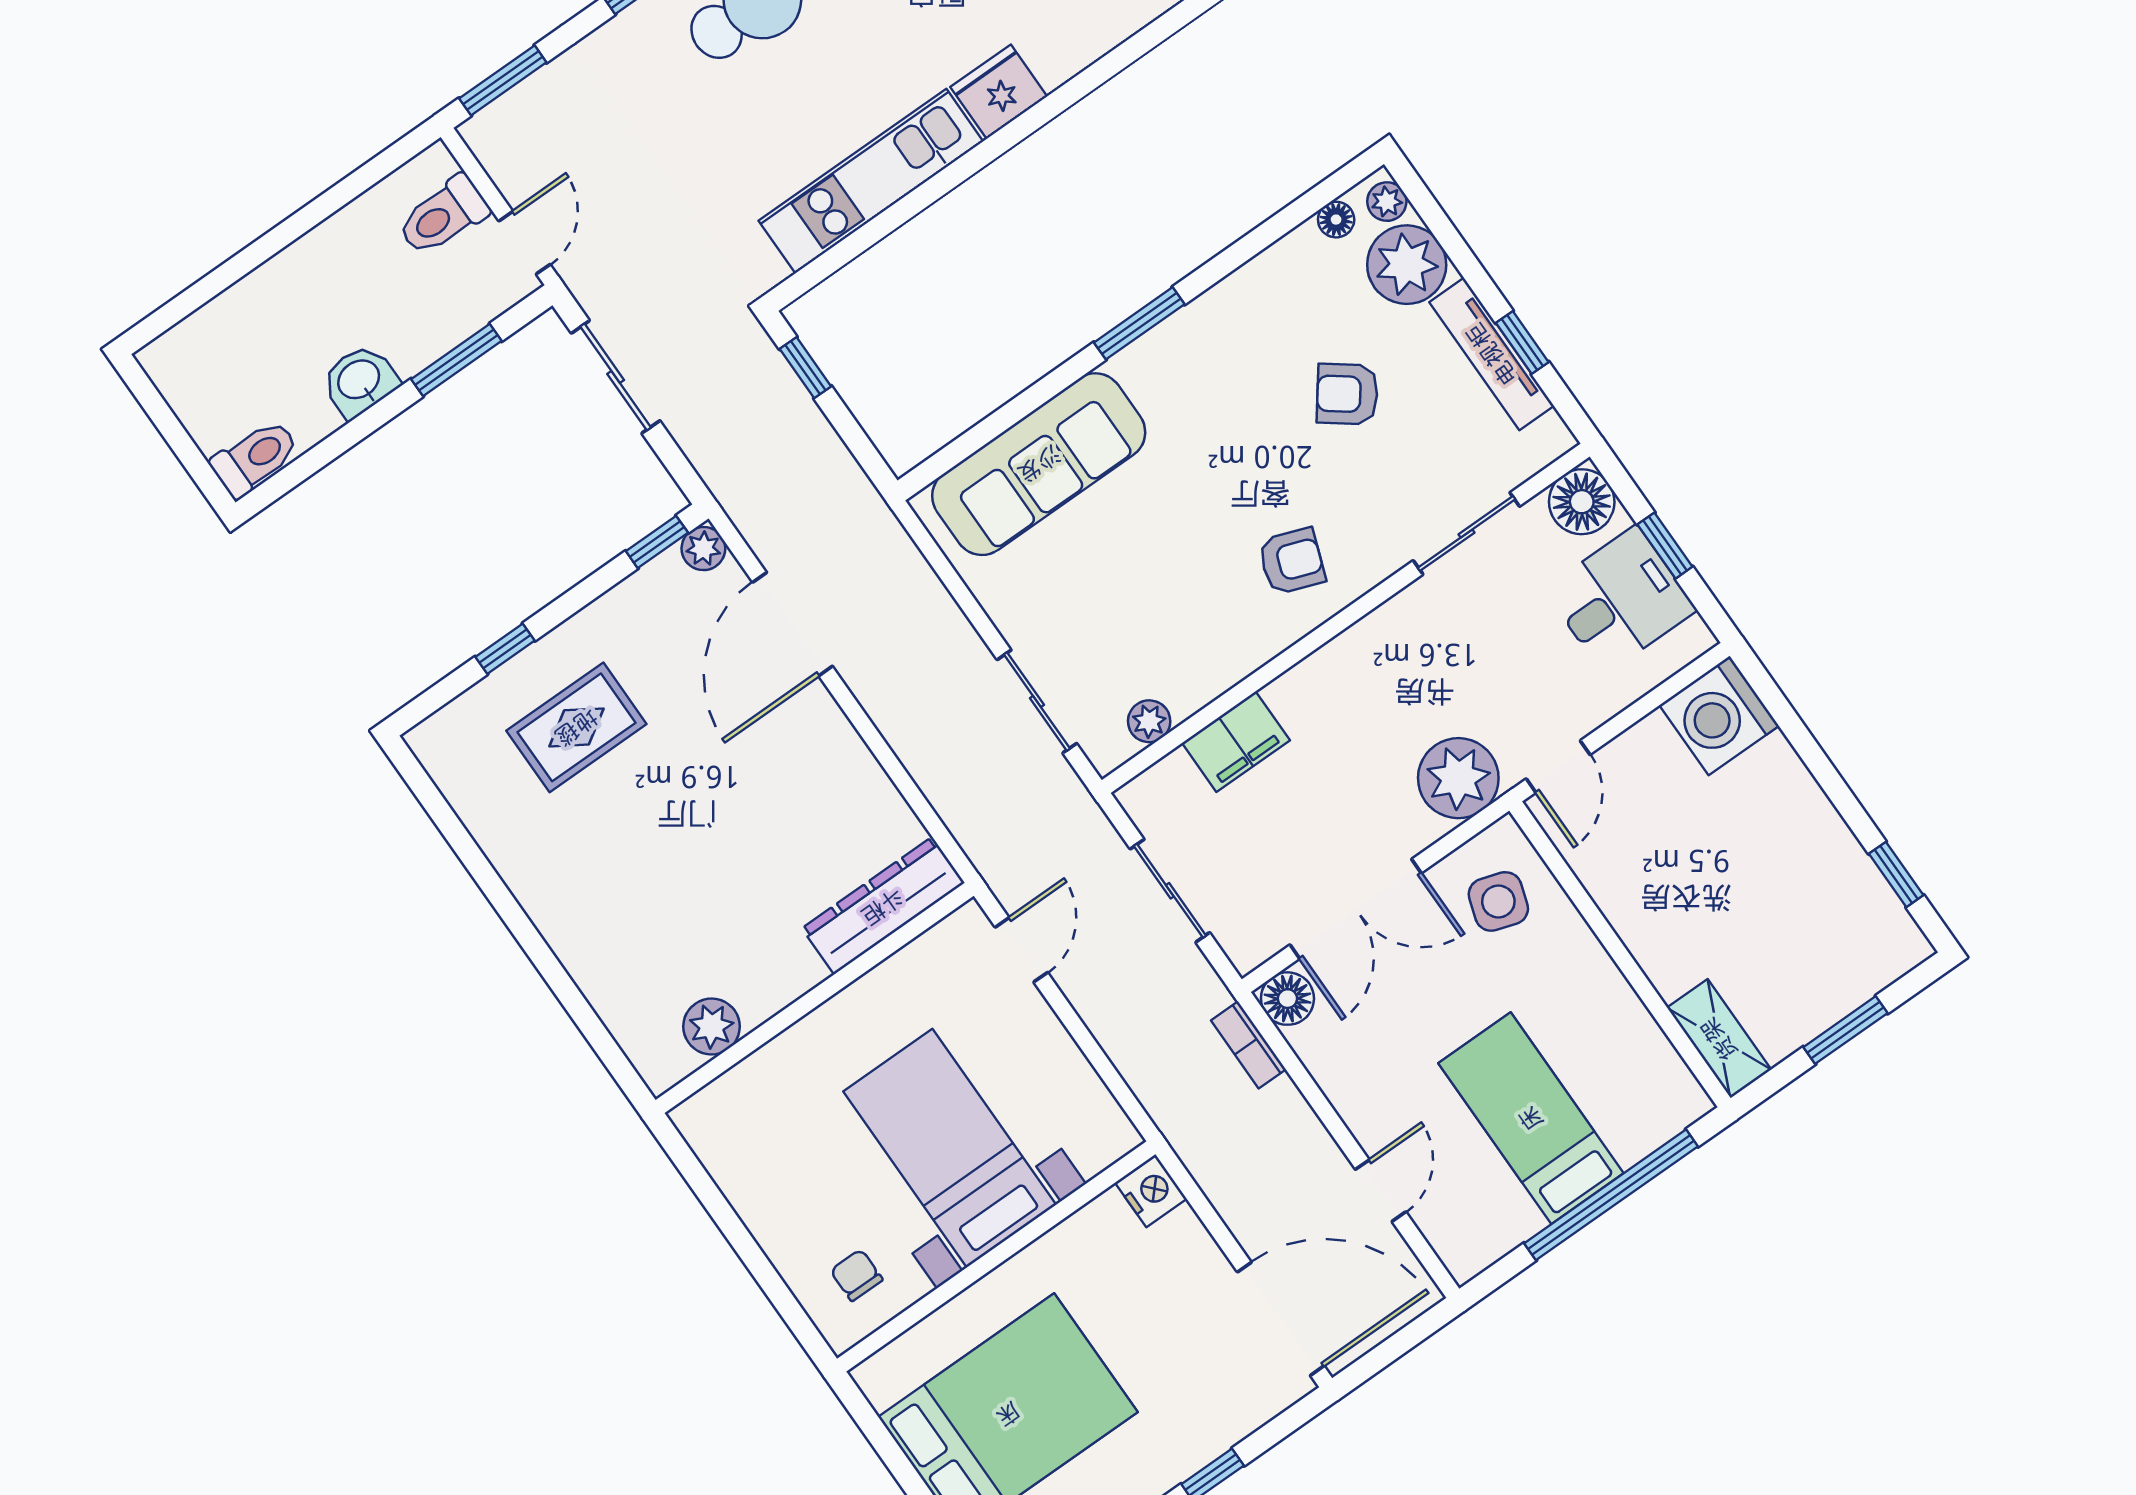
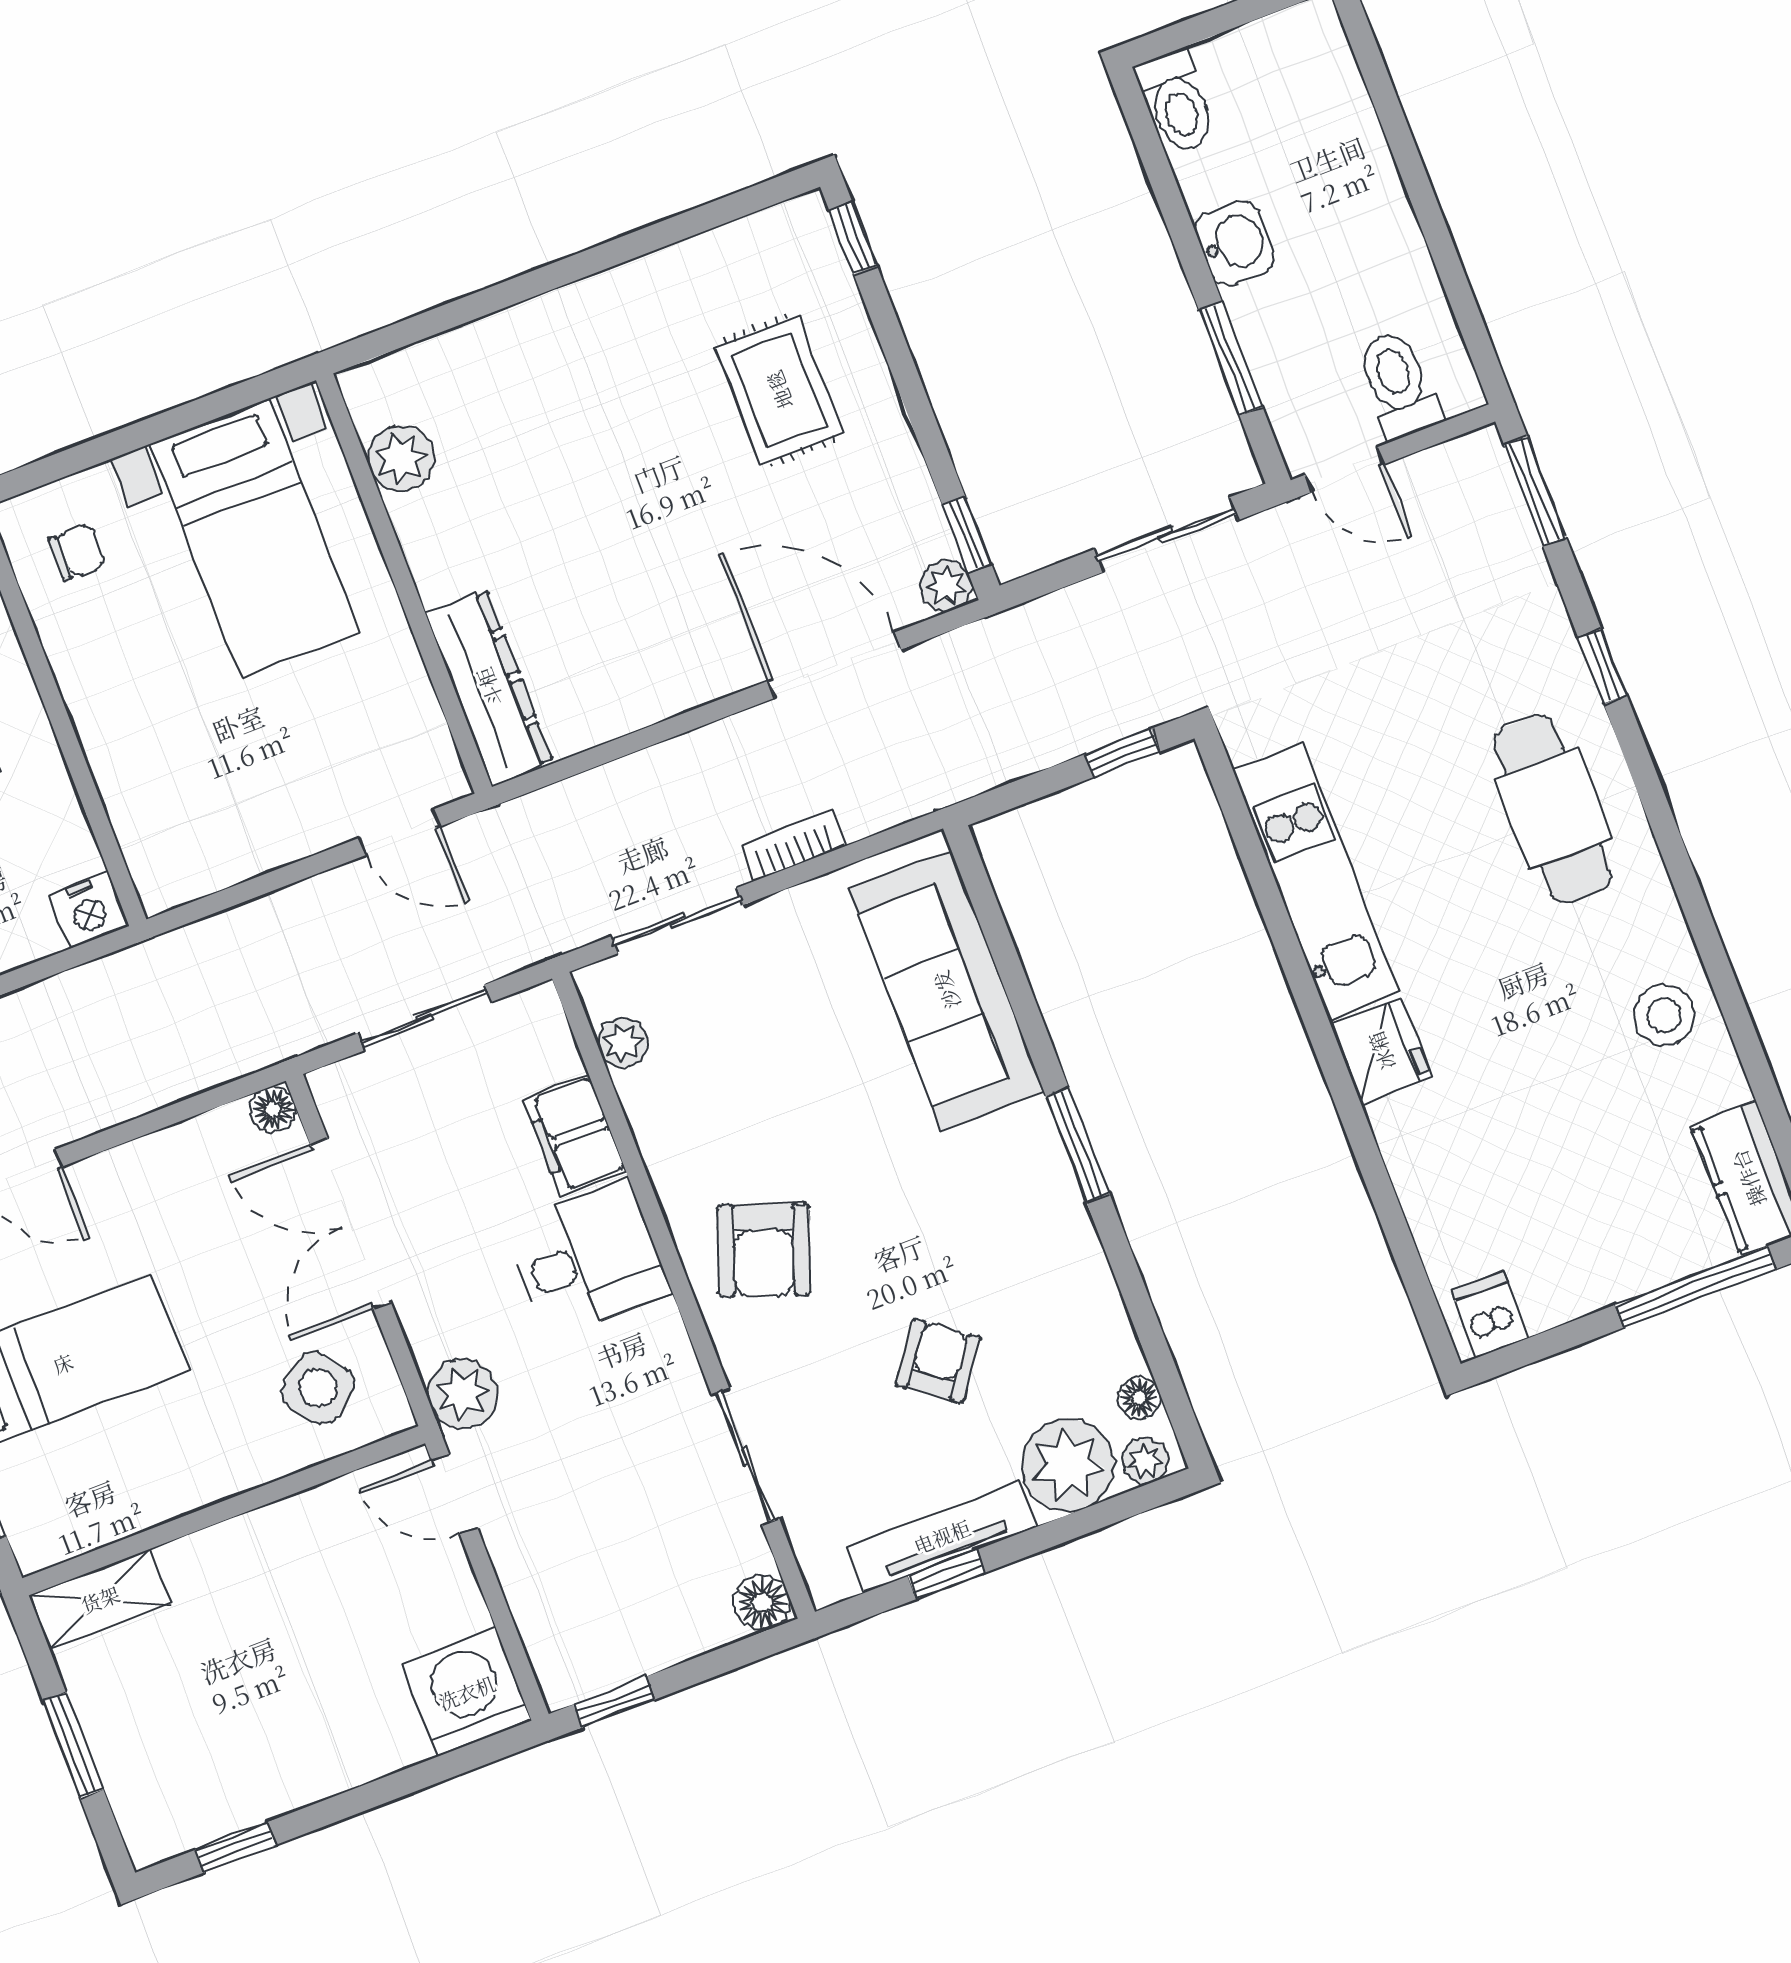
floor lamp: (1582, 502) -> (762, 1603), width x0.73, depth x0.73
window: (1665, 546) -> (614, 1702), moved
armchair: (1292, 561) -> (764, 1250), width x1.38, depth x1.38
desk: (1620, 600) -> (588, 1259), moved, turned -90
window: (505, 649) -> (853, 238), moved
plant: (1458, 778) -> (463, 1394), width x0.73, depth x0.73
side table: (1498, 901) -> (318, 1388), turned 35
floor lamp: (1287, 999) -> (273, 1110), width x0.73, depth x0.73
bookcase: (1248, 1045) -> (793, 846), moved
bed with nightstands: (950, 1148) -> (255, 539), moved, turned 90

